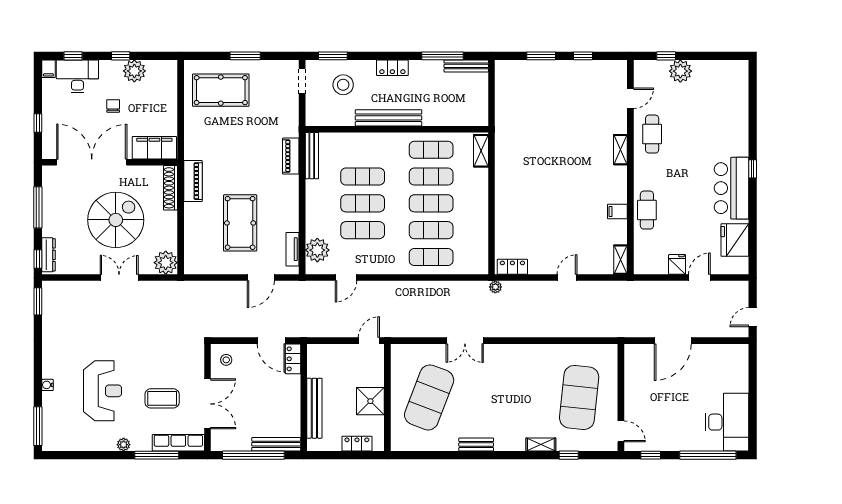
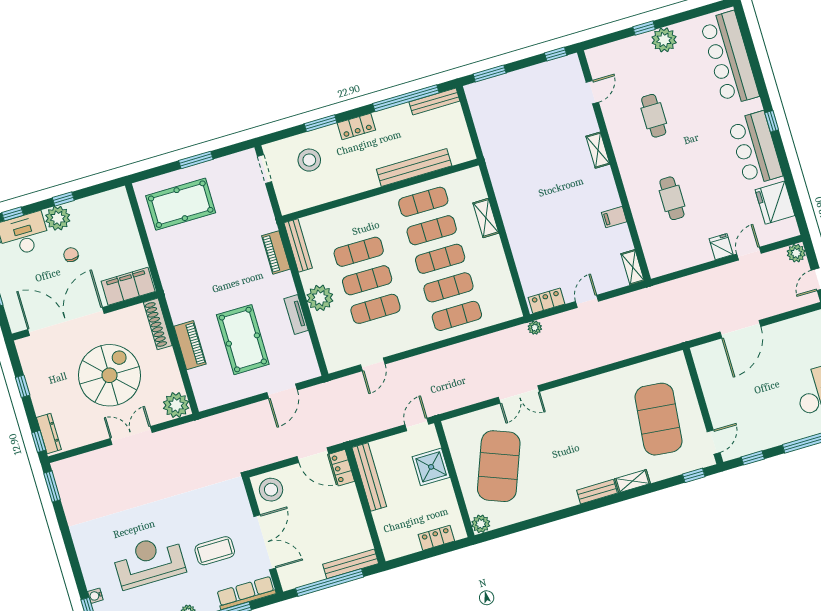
window: (333, 56) -> (321, 123), moved
window: (442, 56) -> (406, 98), width x1.46
window: (541, 56) -> (490, 74), moved
plant: (134, 71) -> (58, 218), moved
door: (630, 98) -> (592, 92), moved
bar counter: (732, 104) -> (729, 58), added
bench: (388, 118) -> (414, 167), moved
shelving: (620, 150) -> (598, 150), moved
shelving: (481, 151) -> (486, 218), moved
wall: (630, 167) -> (614, 166), moved
piano: (193, 181) -> (190, 345), moved
window: (38, 207) -> (23, 386), width x0.46
filing cabinet: (617, 212) -> (614, 217), moved
tv unit: (293, 249) -> (296, 314), moved
plant: (317, 250) -> (320, 298), moved
shelving: (621, 260) -> (633, 267), moved
door: (567, 278) -> (587, 301), moved
plant: (740, 289) -> (796, 253), added
stool: (226, 360) -> (271, 490), width x1.89, depth x1.89
water cooler: (47, 385) -> (95, 596), moved
reception desk: (103, 391) -> (149, 561), turned -90
shower: (370, 401) -> (431, 467), moved
bench: (314, 408) -> (369, 477), moved
door: (621, 431) -> (714, 442), hinge flipped
plant: (399, 443) -> (481, 524), added
bench: (476, 445) -> (597, 492), moved
window: (569, 455) -> (694, 475), moved

